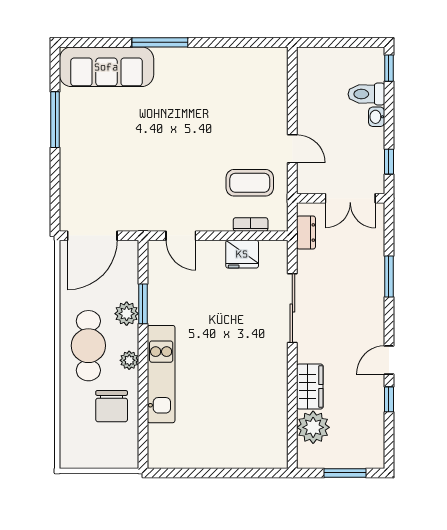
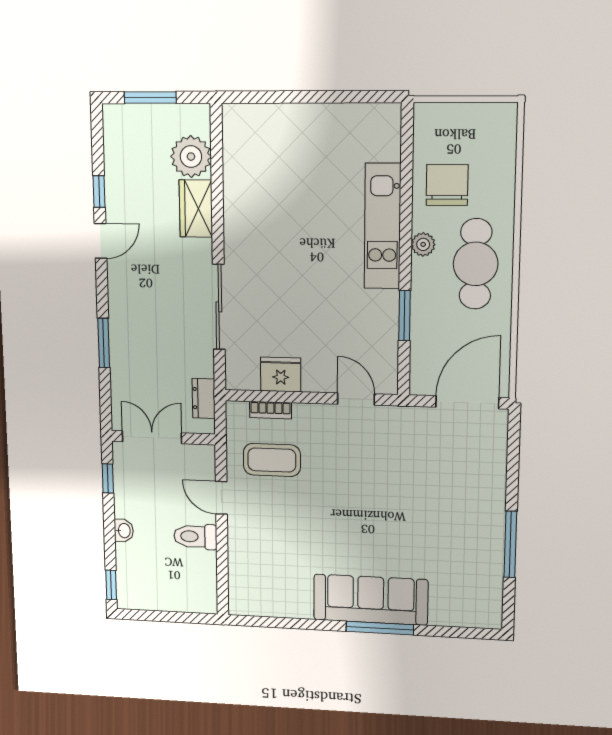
sofa: (106, 67) -> (371, 600), moved
toilet: (366, 94) -> (195, 537), moved, turned 180
plant: (127, 314) -> (426, 304), removed

